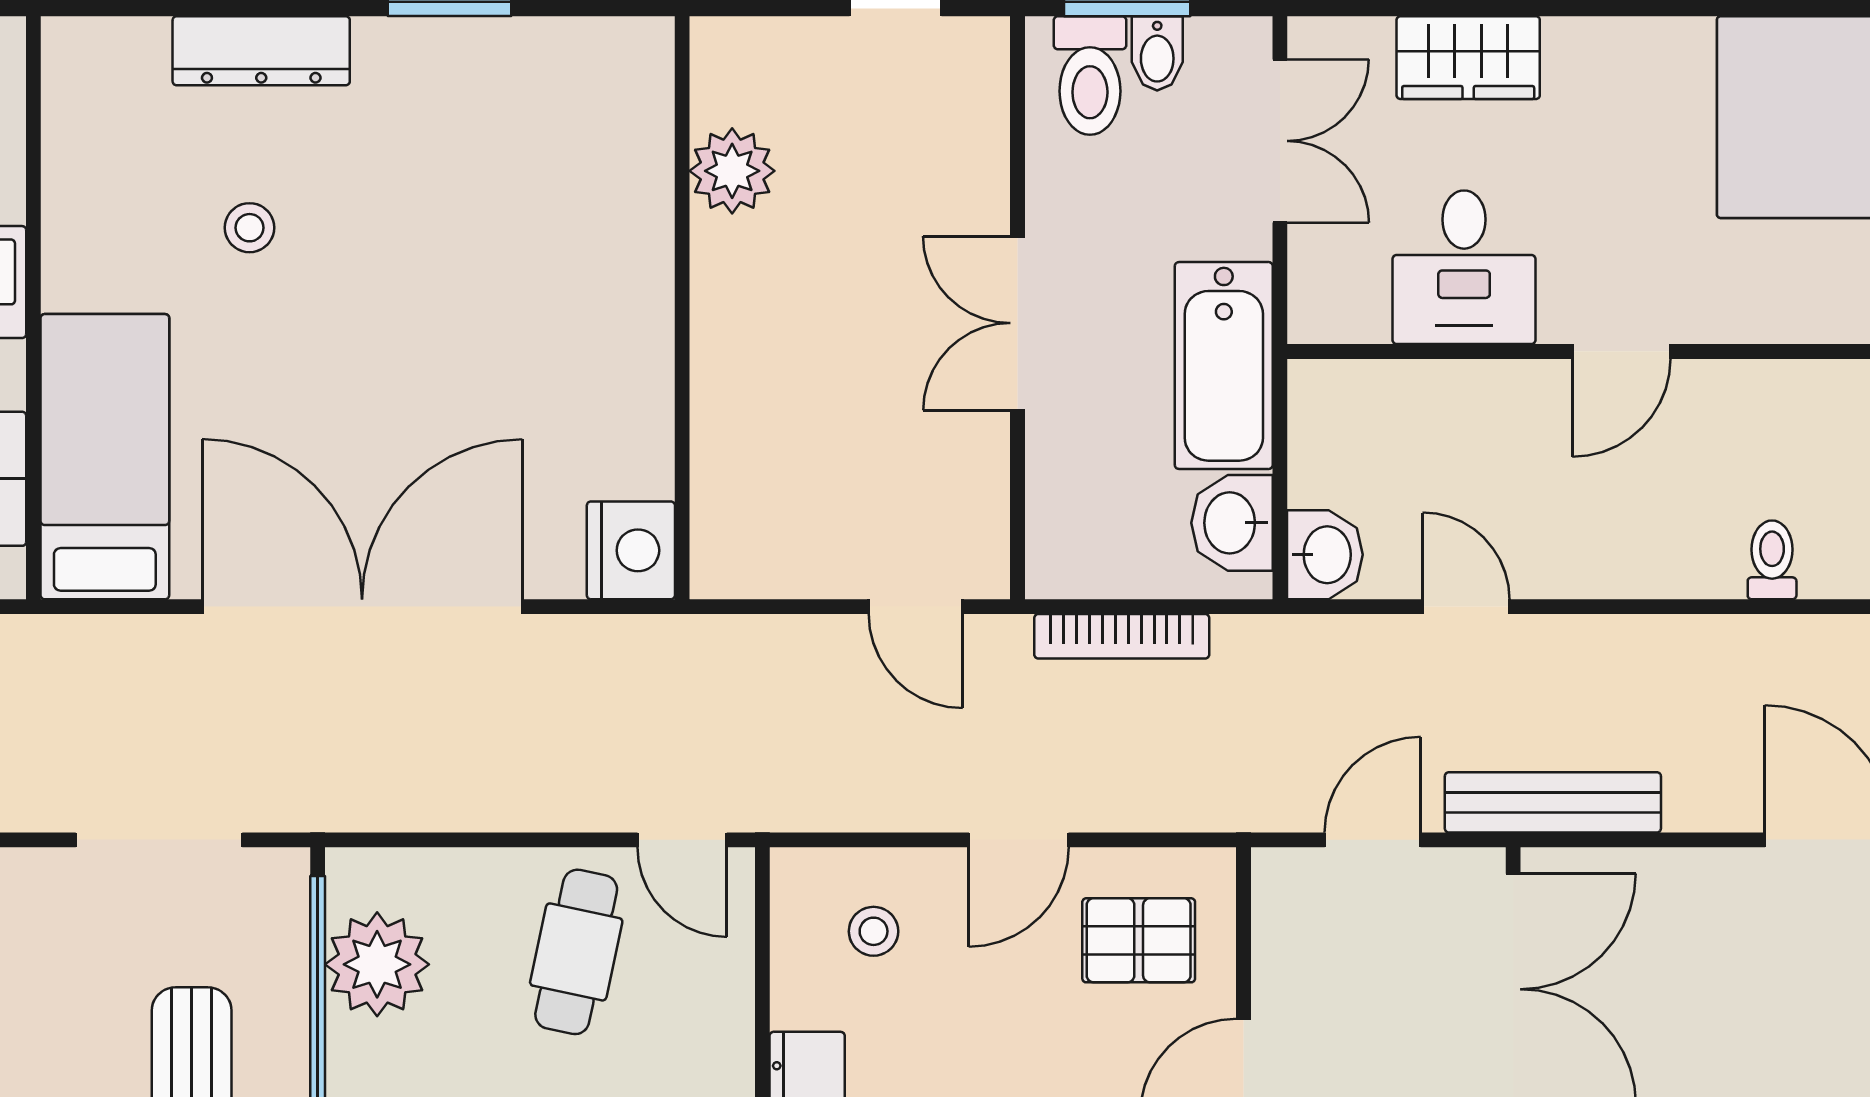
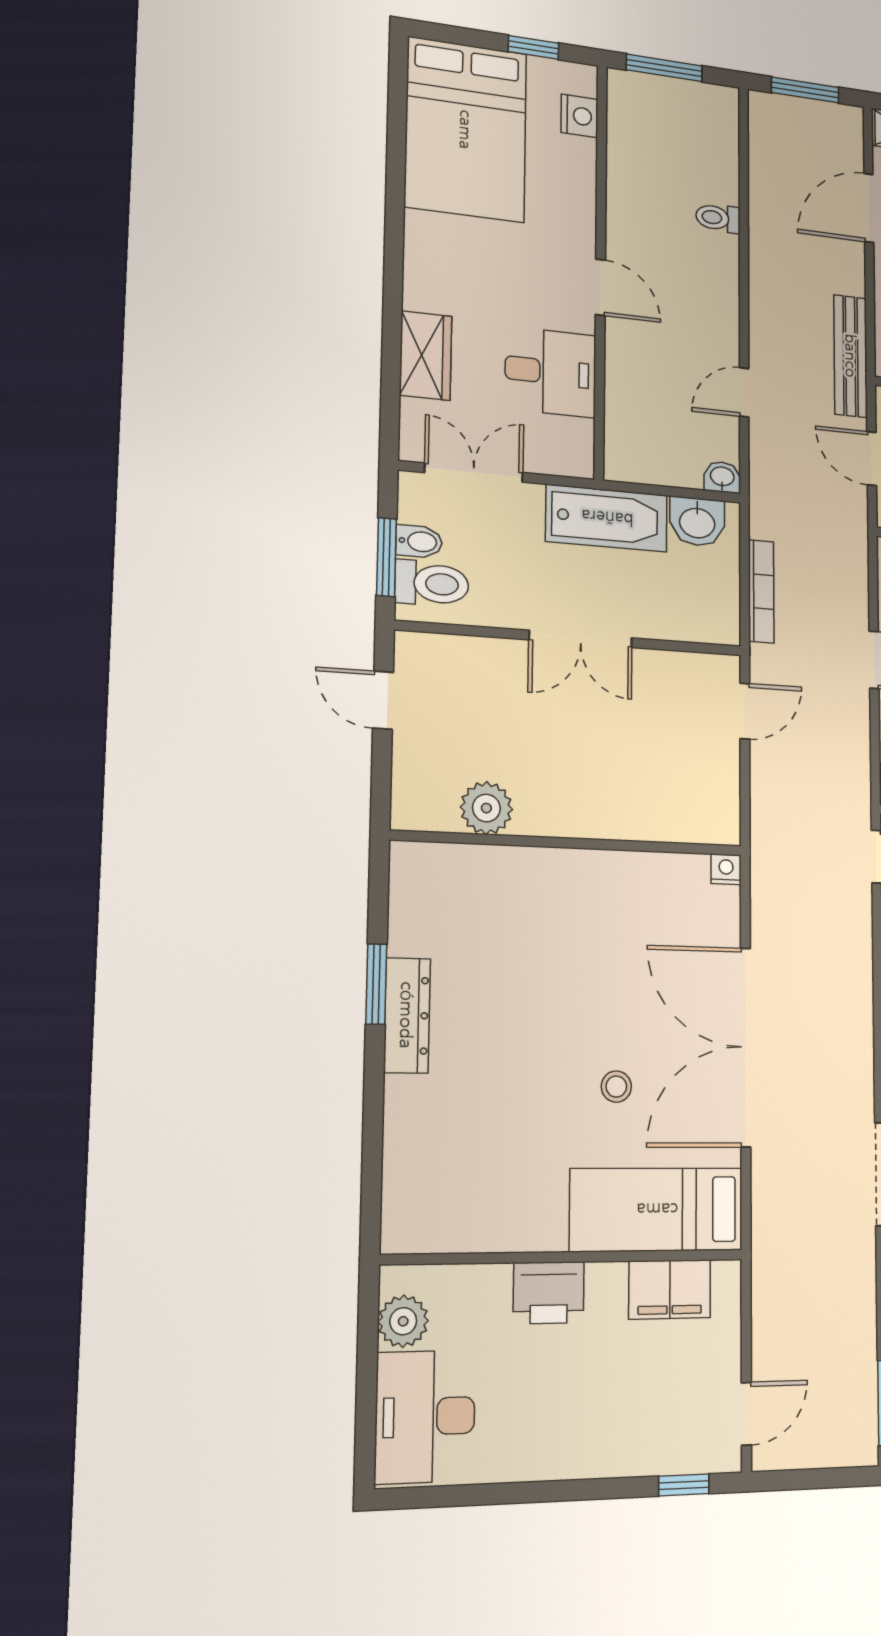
dresser: (261, 51) -> (407, 1015), moved
stool: (250, 228) -> (616, 1087), moved
nightstand: (631, 550) -> (726, 869), width x0.53, depth x0.56
washbasin: (1325, 555) -> (722, 477), width x0.72, depth x0.69

